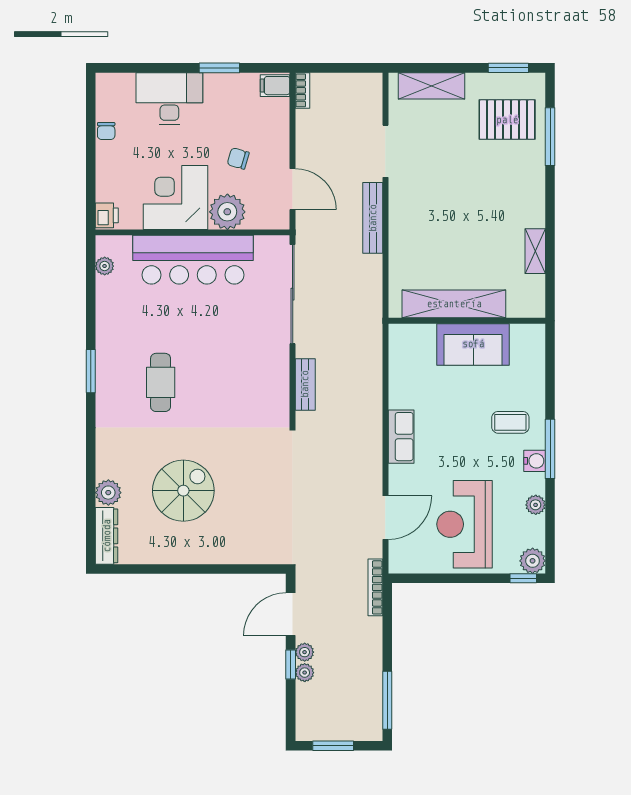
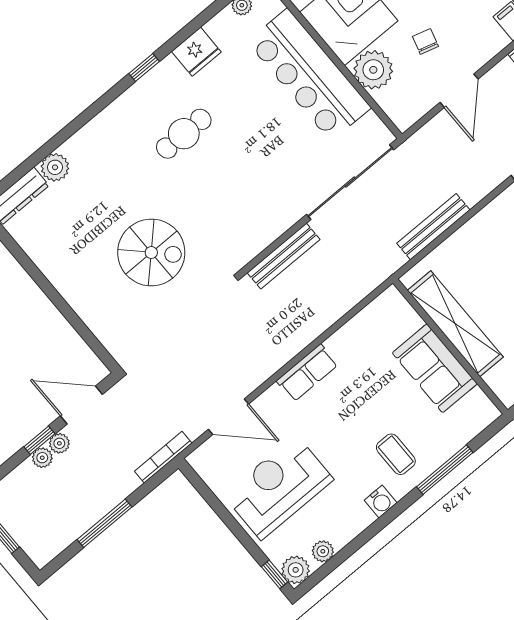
door: (293, 189) -> (459, 91), moved
bench: (373, 218) -> (433, 227), moved
fridge: (110, 325) -> (196, 52), added
window: (91, 371) -> (144, 67), width x0.67
bench: (305, 384) -> (284, 256), width x1.36
window: (550, 449) -> (445, 470), moved
spiral stairs: (183, 491) -> (151, 252), moved
plant: (536, 505) -> (323, 551), moved
window: (387, 700) -> (105, 523), moved

